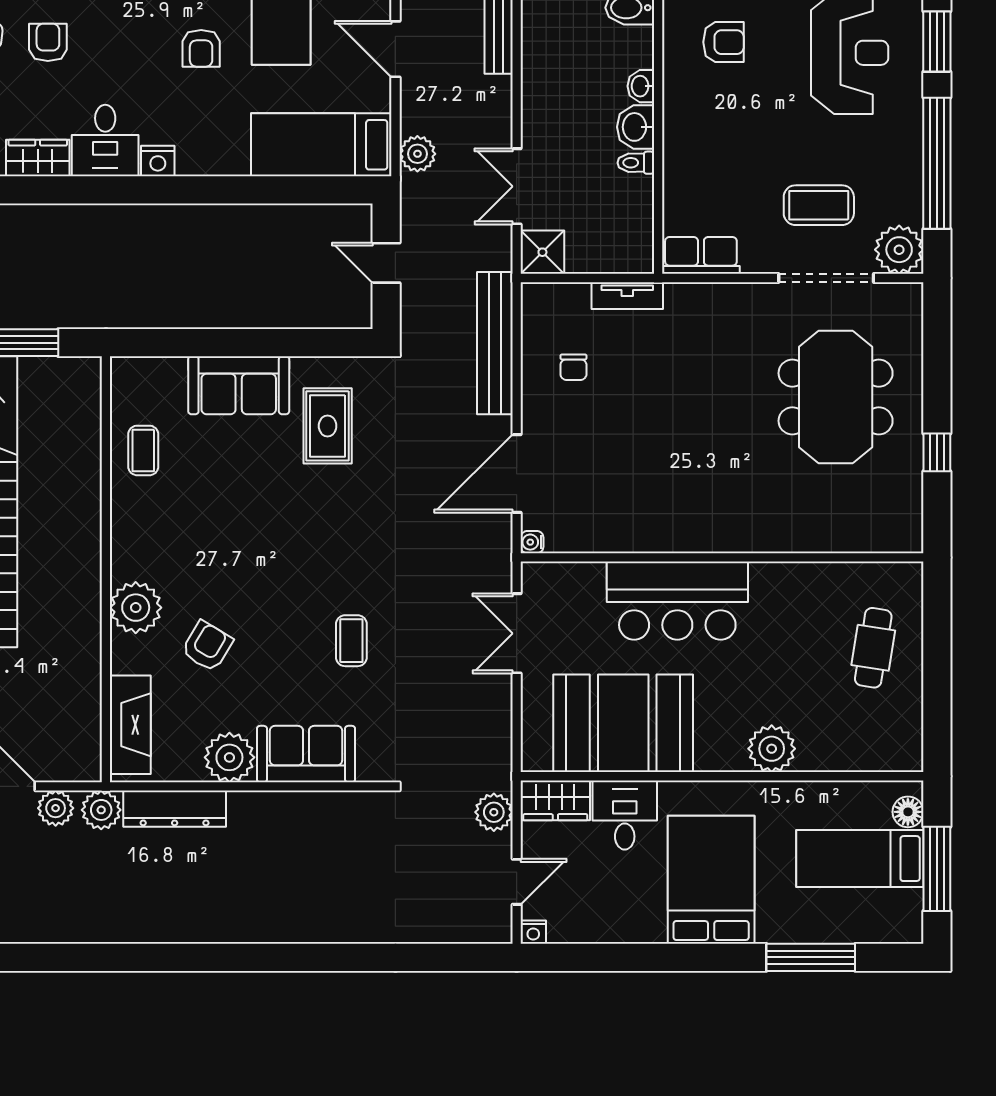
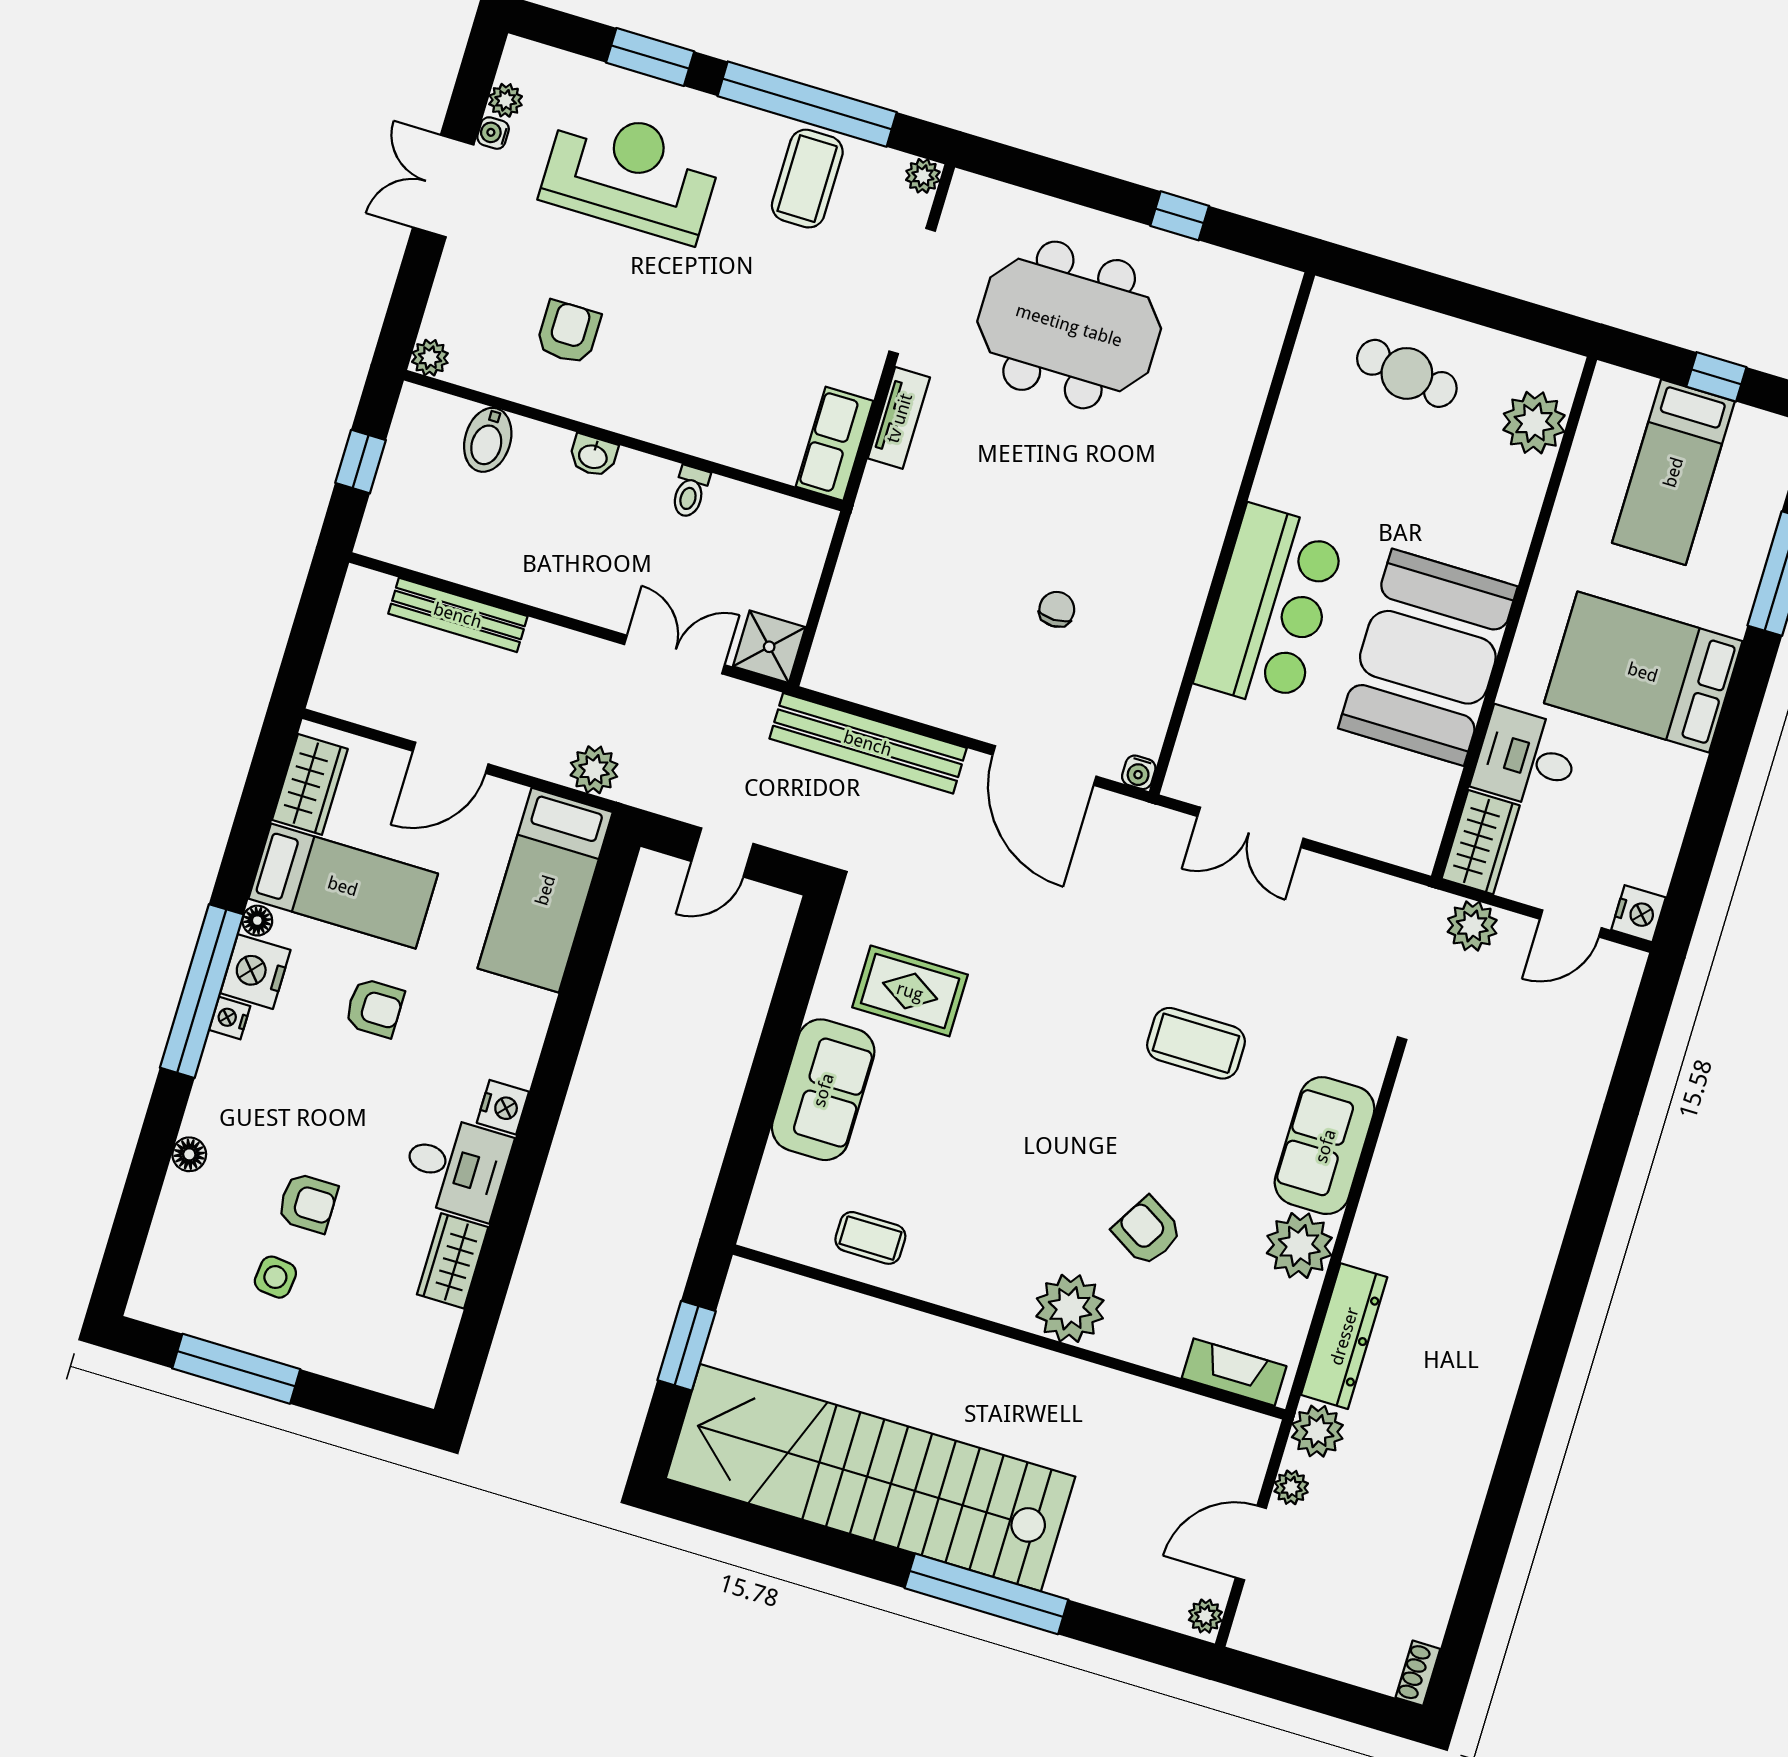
armchair: (48, 42) -> (308, 1203), turned 180
washbasin: (636, 127) -> (644, 478), removed
double door: (517, 186) -> (674, 655), swing flipped
coffee table: (819, 205) -> (807, 179), moved
plant: (899, 250) -> (923, 176), width x0.53, depth x0.53
tv unit: (627, 296) -> (899, 418), moved
chair: (573, 367) -> (1057, 609), moved, turned -90
coffee table: (351, 641) -> (1196, 1043), width x1.36, depth x1.30
booth: (623, 723) -> (1428, 657), moved
fireplace: (130, 725) -> (1234, 1372), width x0.73, depth x0.76
plant: (772, 749) -> (1534, 423), moved
plant: (56, 808) -> (1291, 1487), width x0.73, depth x0.73
floor lamp: (908, 812) -> (1632, 392), removed
window: (937, 869) -> (1716, 377), width x0.46
door: (517, 882) -> (1571, 923), swing flipped
nightstand: (533, 932) -> (1638, 914), width x1.39, depth x1.35

